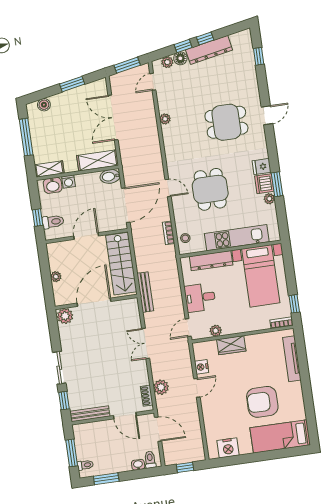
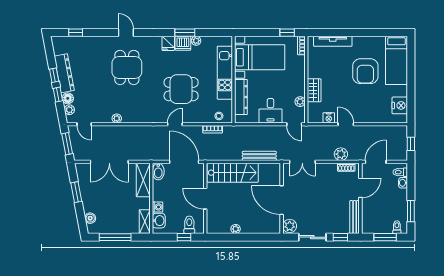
door: (94, 302) -> (282, 200), moved
wall: (96, 302) -> (282, 198), moved
plant: (65, 316) -> (290, 226), moved

